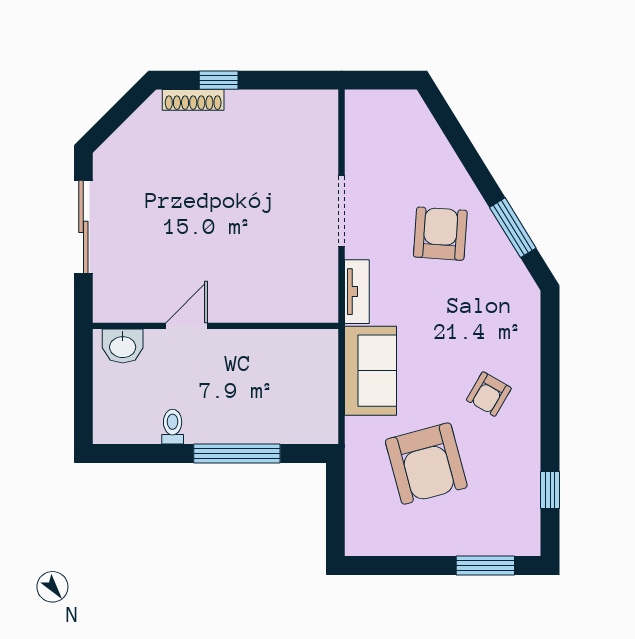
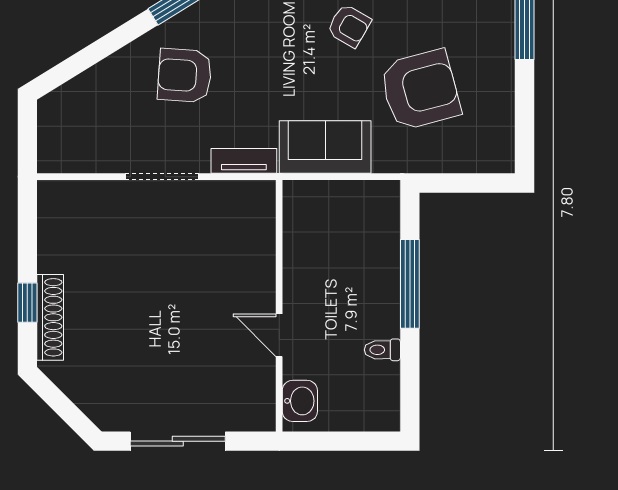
shoe rack: (193, 100) -> (50, 317), width x1.36, depth x1.24

